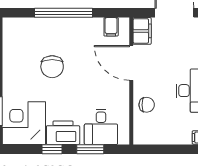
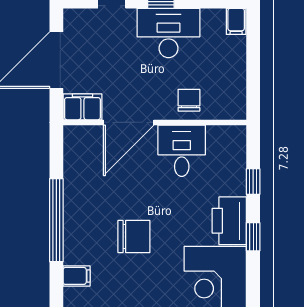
filing cabinet: (111, 27) -> (77, 276), moved
desk: (101, 127) -> (182, 151), moved, turned -90
window: (90, 149) -> (253, 182), width x0.67

